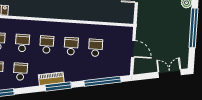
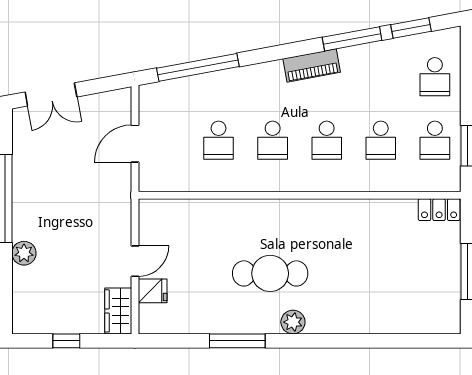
door: (133, 49) -> (135, 144), hinge flipped
school desk: (20, 72) -> (381, 77), removed
window: (58, 86) -> (352, 39), moved

